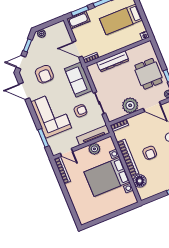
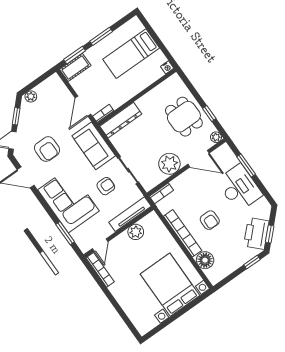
door: (77, 49) -> (83, 106), hinge flipped
dresser: (113, 61) -> (121, 120), moved
door: (66, 152) -> (100, 245), hinge flipped
bed with nightstands: (107, 177) -> (170, 285), moved, turned 90

